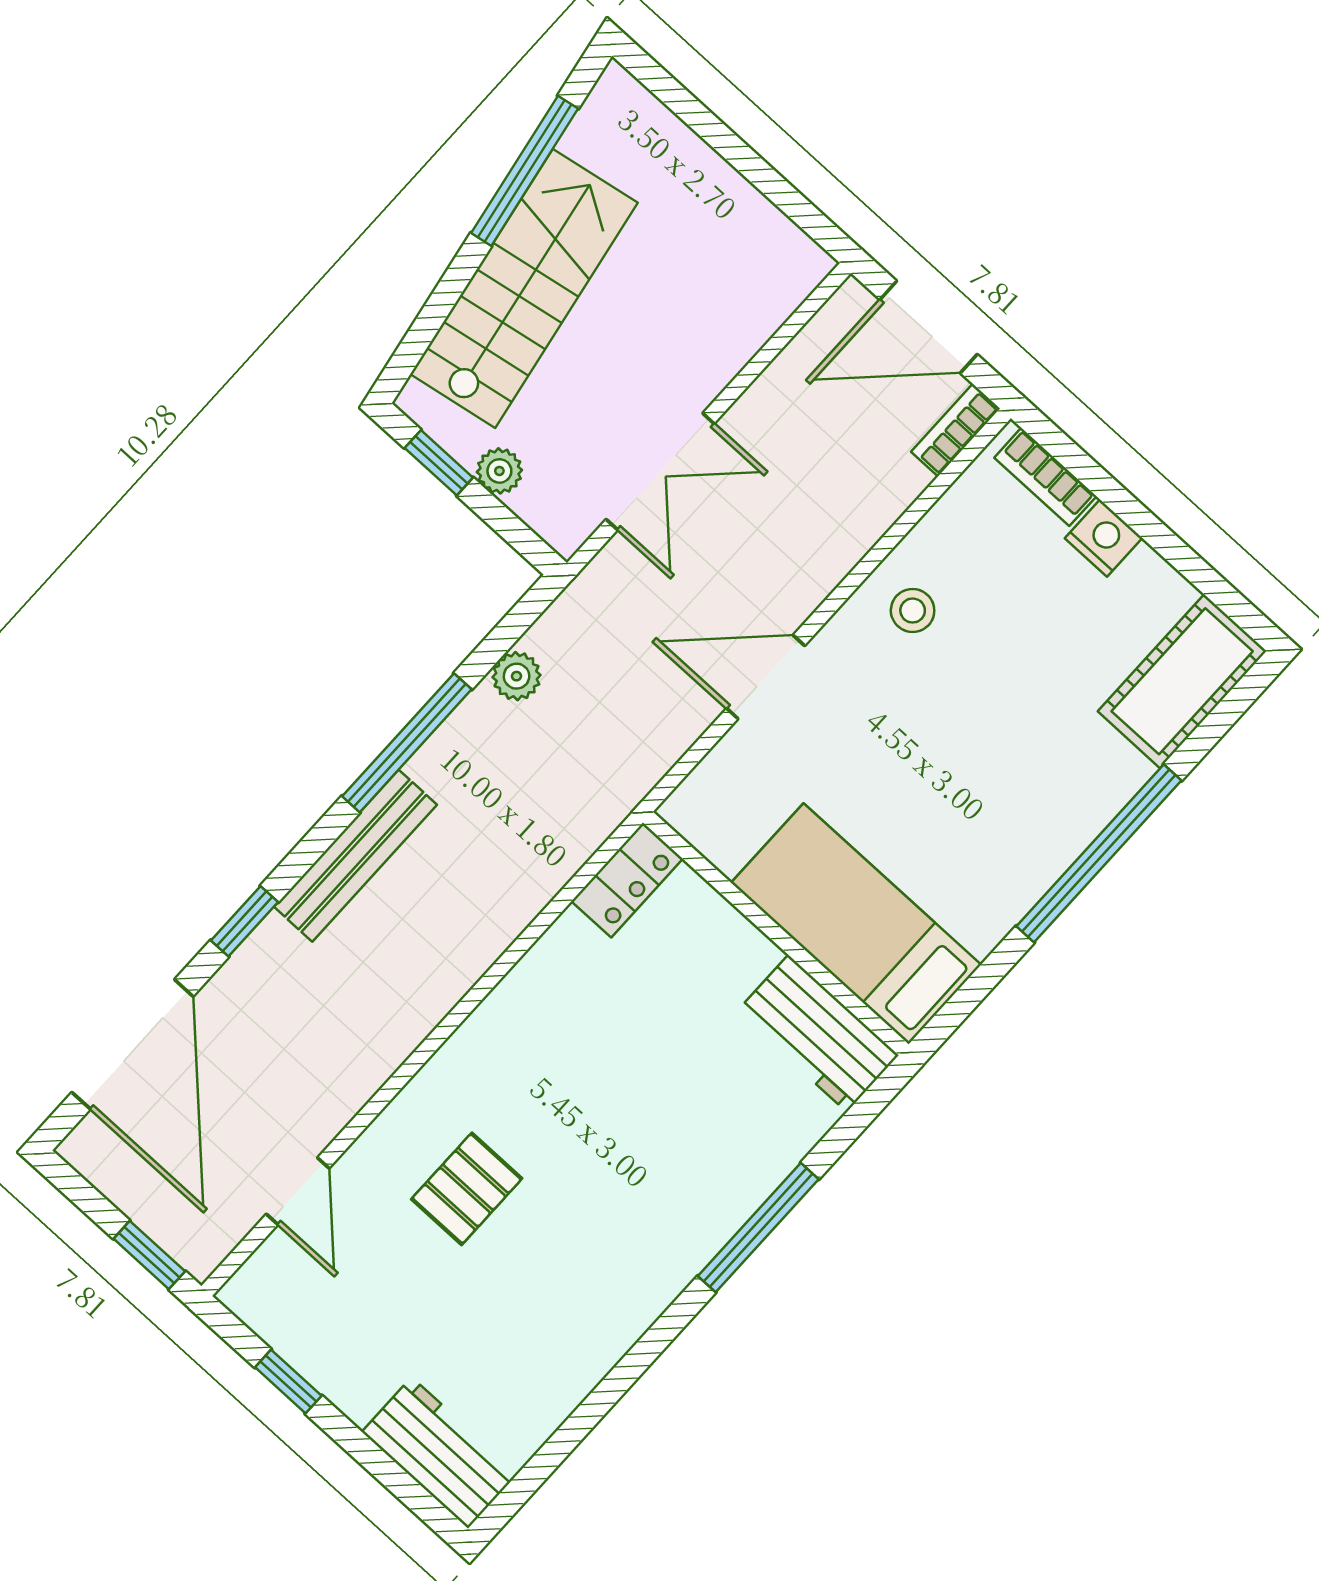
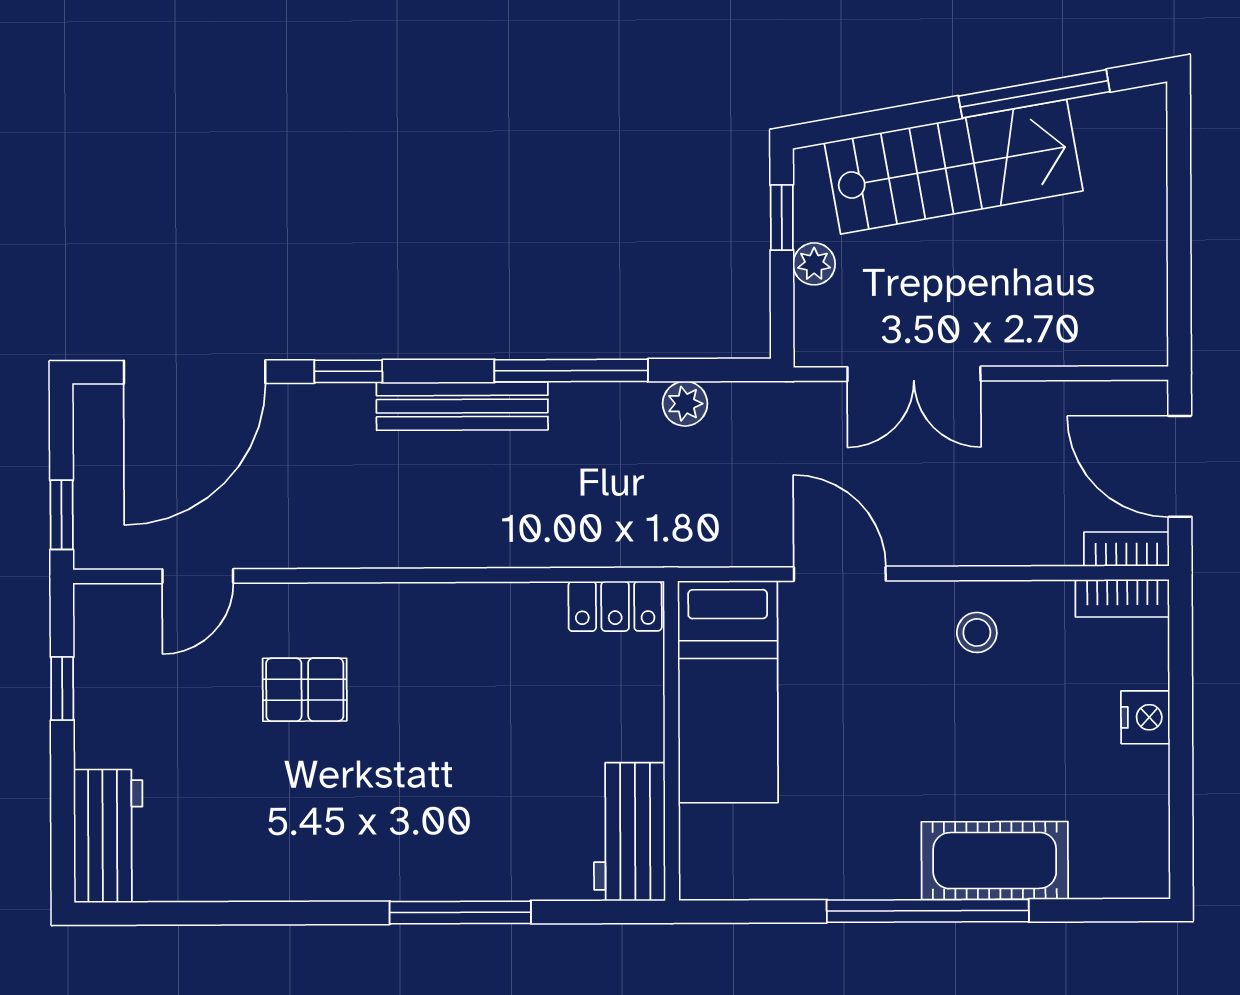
bookcase: (1045, 477) -> (1122, 598), moved, turned -90
cot: (1182, 681) -> (995, 861), moved
bed: (856, 924) -> (728, 692), moved, turned 180

